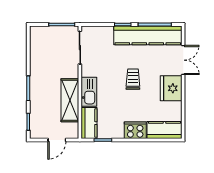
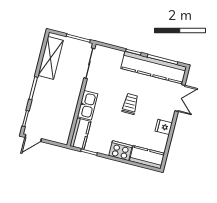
fridge: (171, 88) -> (164, 127), width x0.53, depth x0.75
shelving: (70, 100) -> (51, 58), moved
door: (57, 140) -> (33, 138), moved

